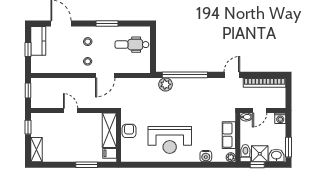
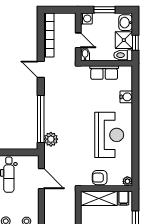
door: (105, 75) -> (41, 179), moved
window: (289, 147) -> (105, 10), moved
plant: (231, 157) -> (127, 181), moved

